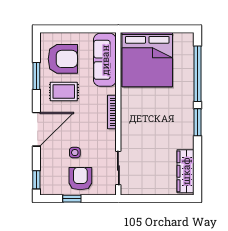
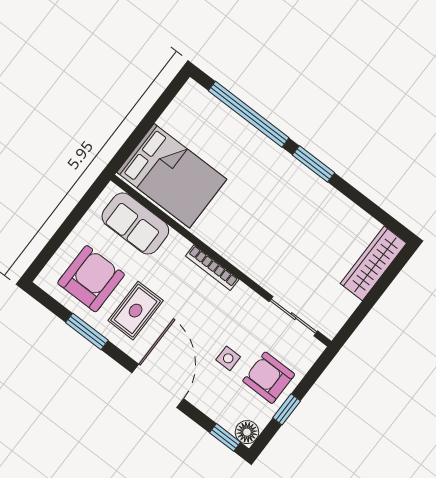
sofa: (105, 60) -> (135, 223), width x0.73
bed: (147, 60) -> (172, 176), width x0.73
wardrobe: (186, 171) -> (373, 263), moved, turned 90
floor lamp: (47, 188) -> (247, 432), added

